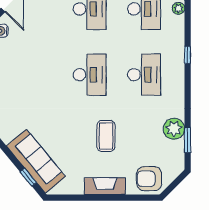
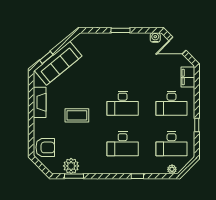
plant: (174, 129) -> (71, 166), moved
armchair: (149, 179) -> (45, 147), turned 90
fireplace: (105, 186) -> (40, 102), moved

